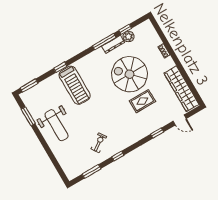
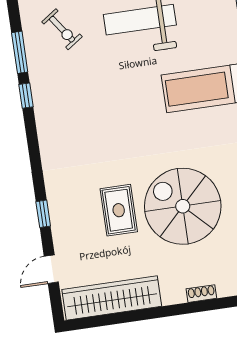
spiral stairs: (130, 74) -> (183, 206), turned -90
exercise bike: (99, 143) -> (62, 29), moved
window: (118, 156) -> (26, 96), moved

